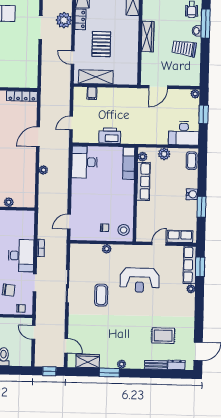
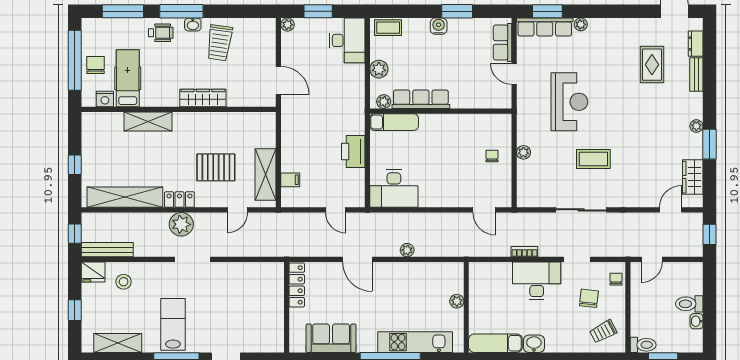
stool: (124, 230) -> (495, 128), removed

